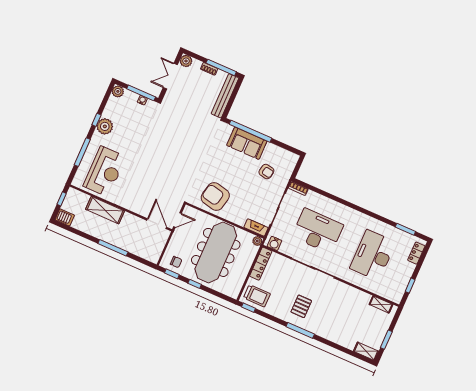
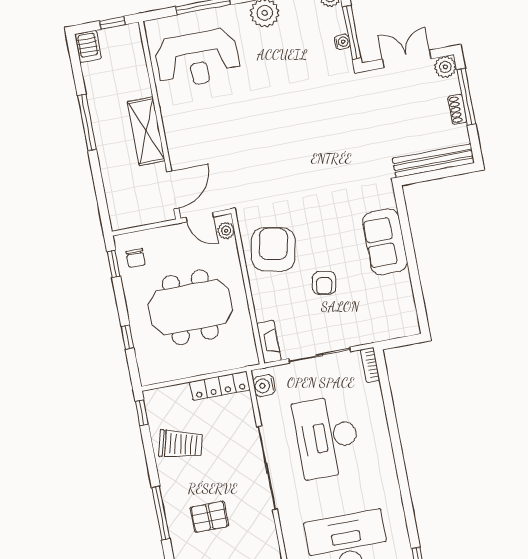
window: (221, 67) -> (466, 97), moved
window: (250, 131) -> (407, 235), removed
armchair: (266, 172) -> (324, 283), moved
shelving: (105, 210) -> (146, 131), moved
desk: (318, 231) -> (327, 437), turned 180
plant: (257, 241) -> (226, 231), moved
window: (113, 248) -> (87, 123), moved
meeting table: (216, 252) -> (190, 307), width x0.73
window: (195, 284) -> (127, 337), moved
trolley: (257, 296) -> (181, 444), moved, turned -76
pallet: (301, 306) -> (209, 517), moved

